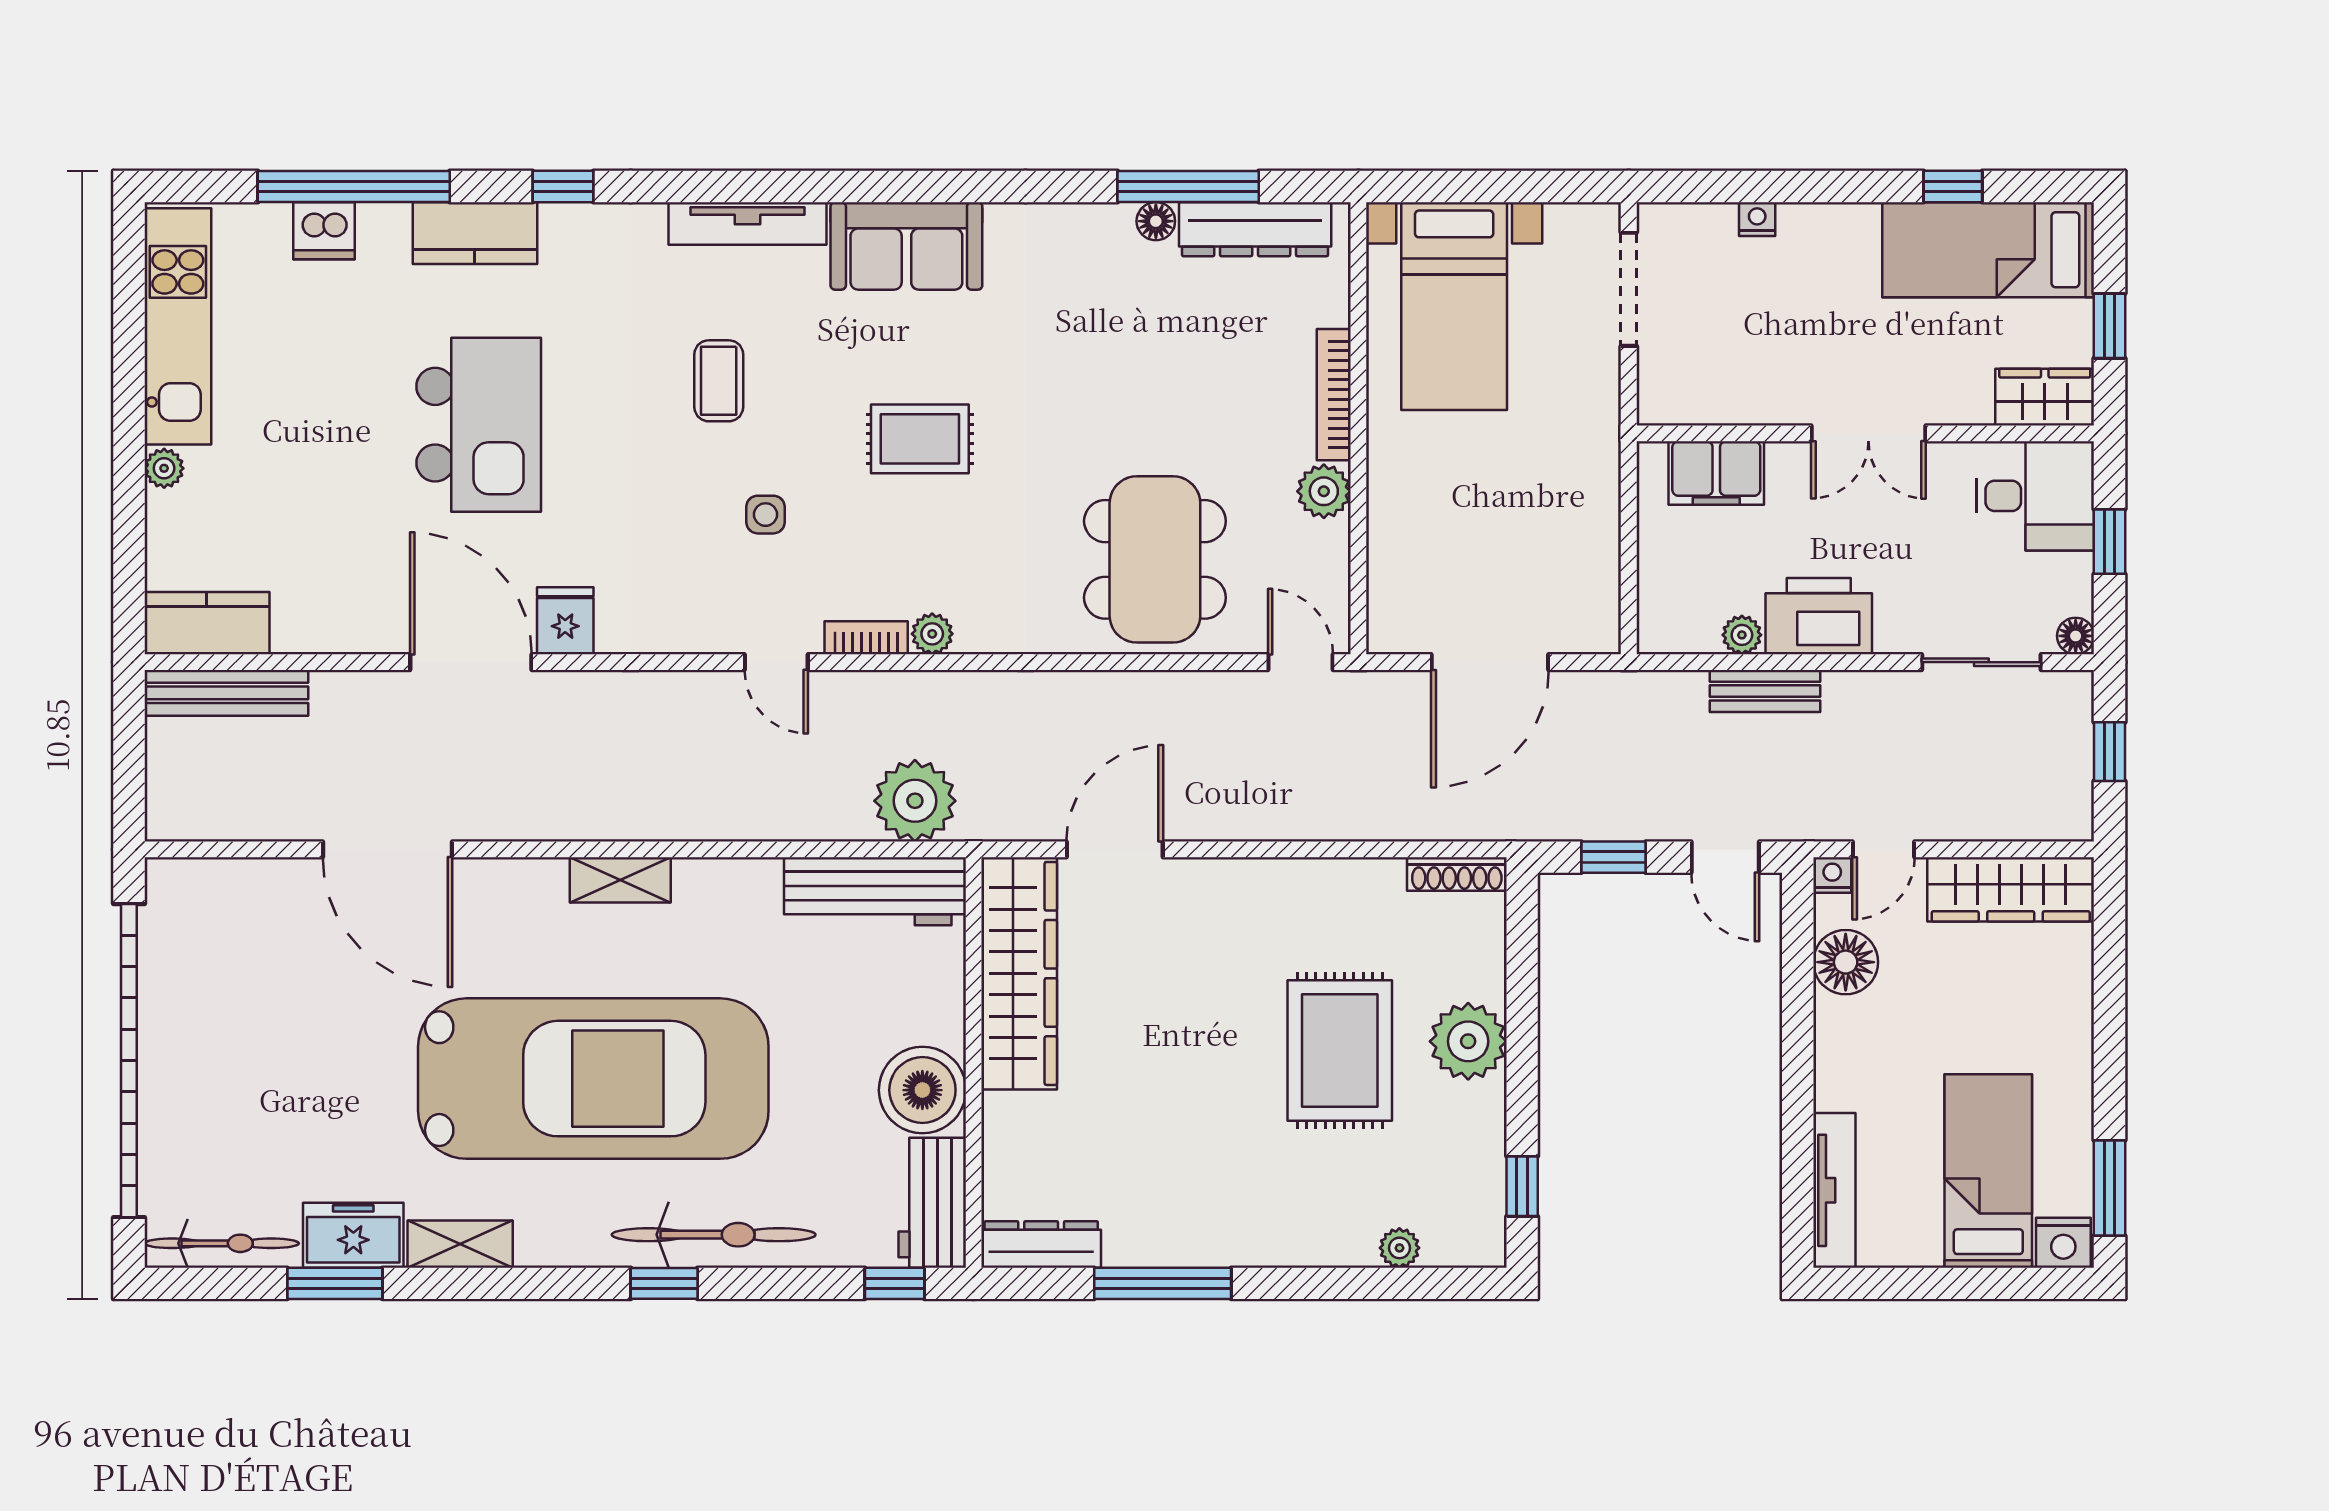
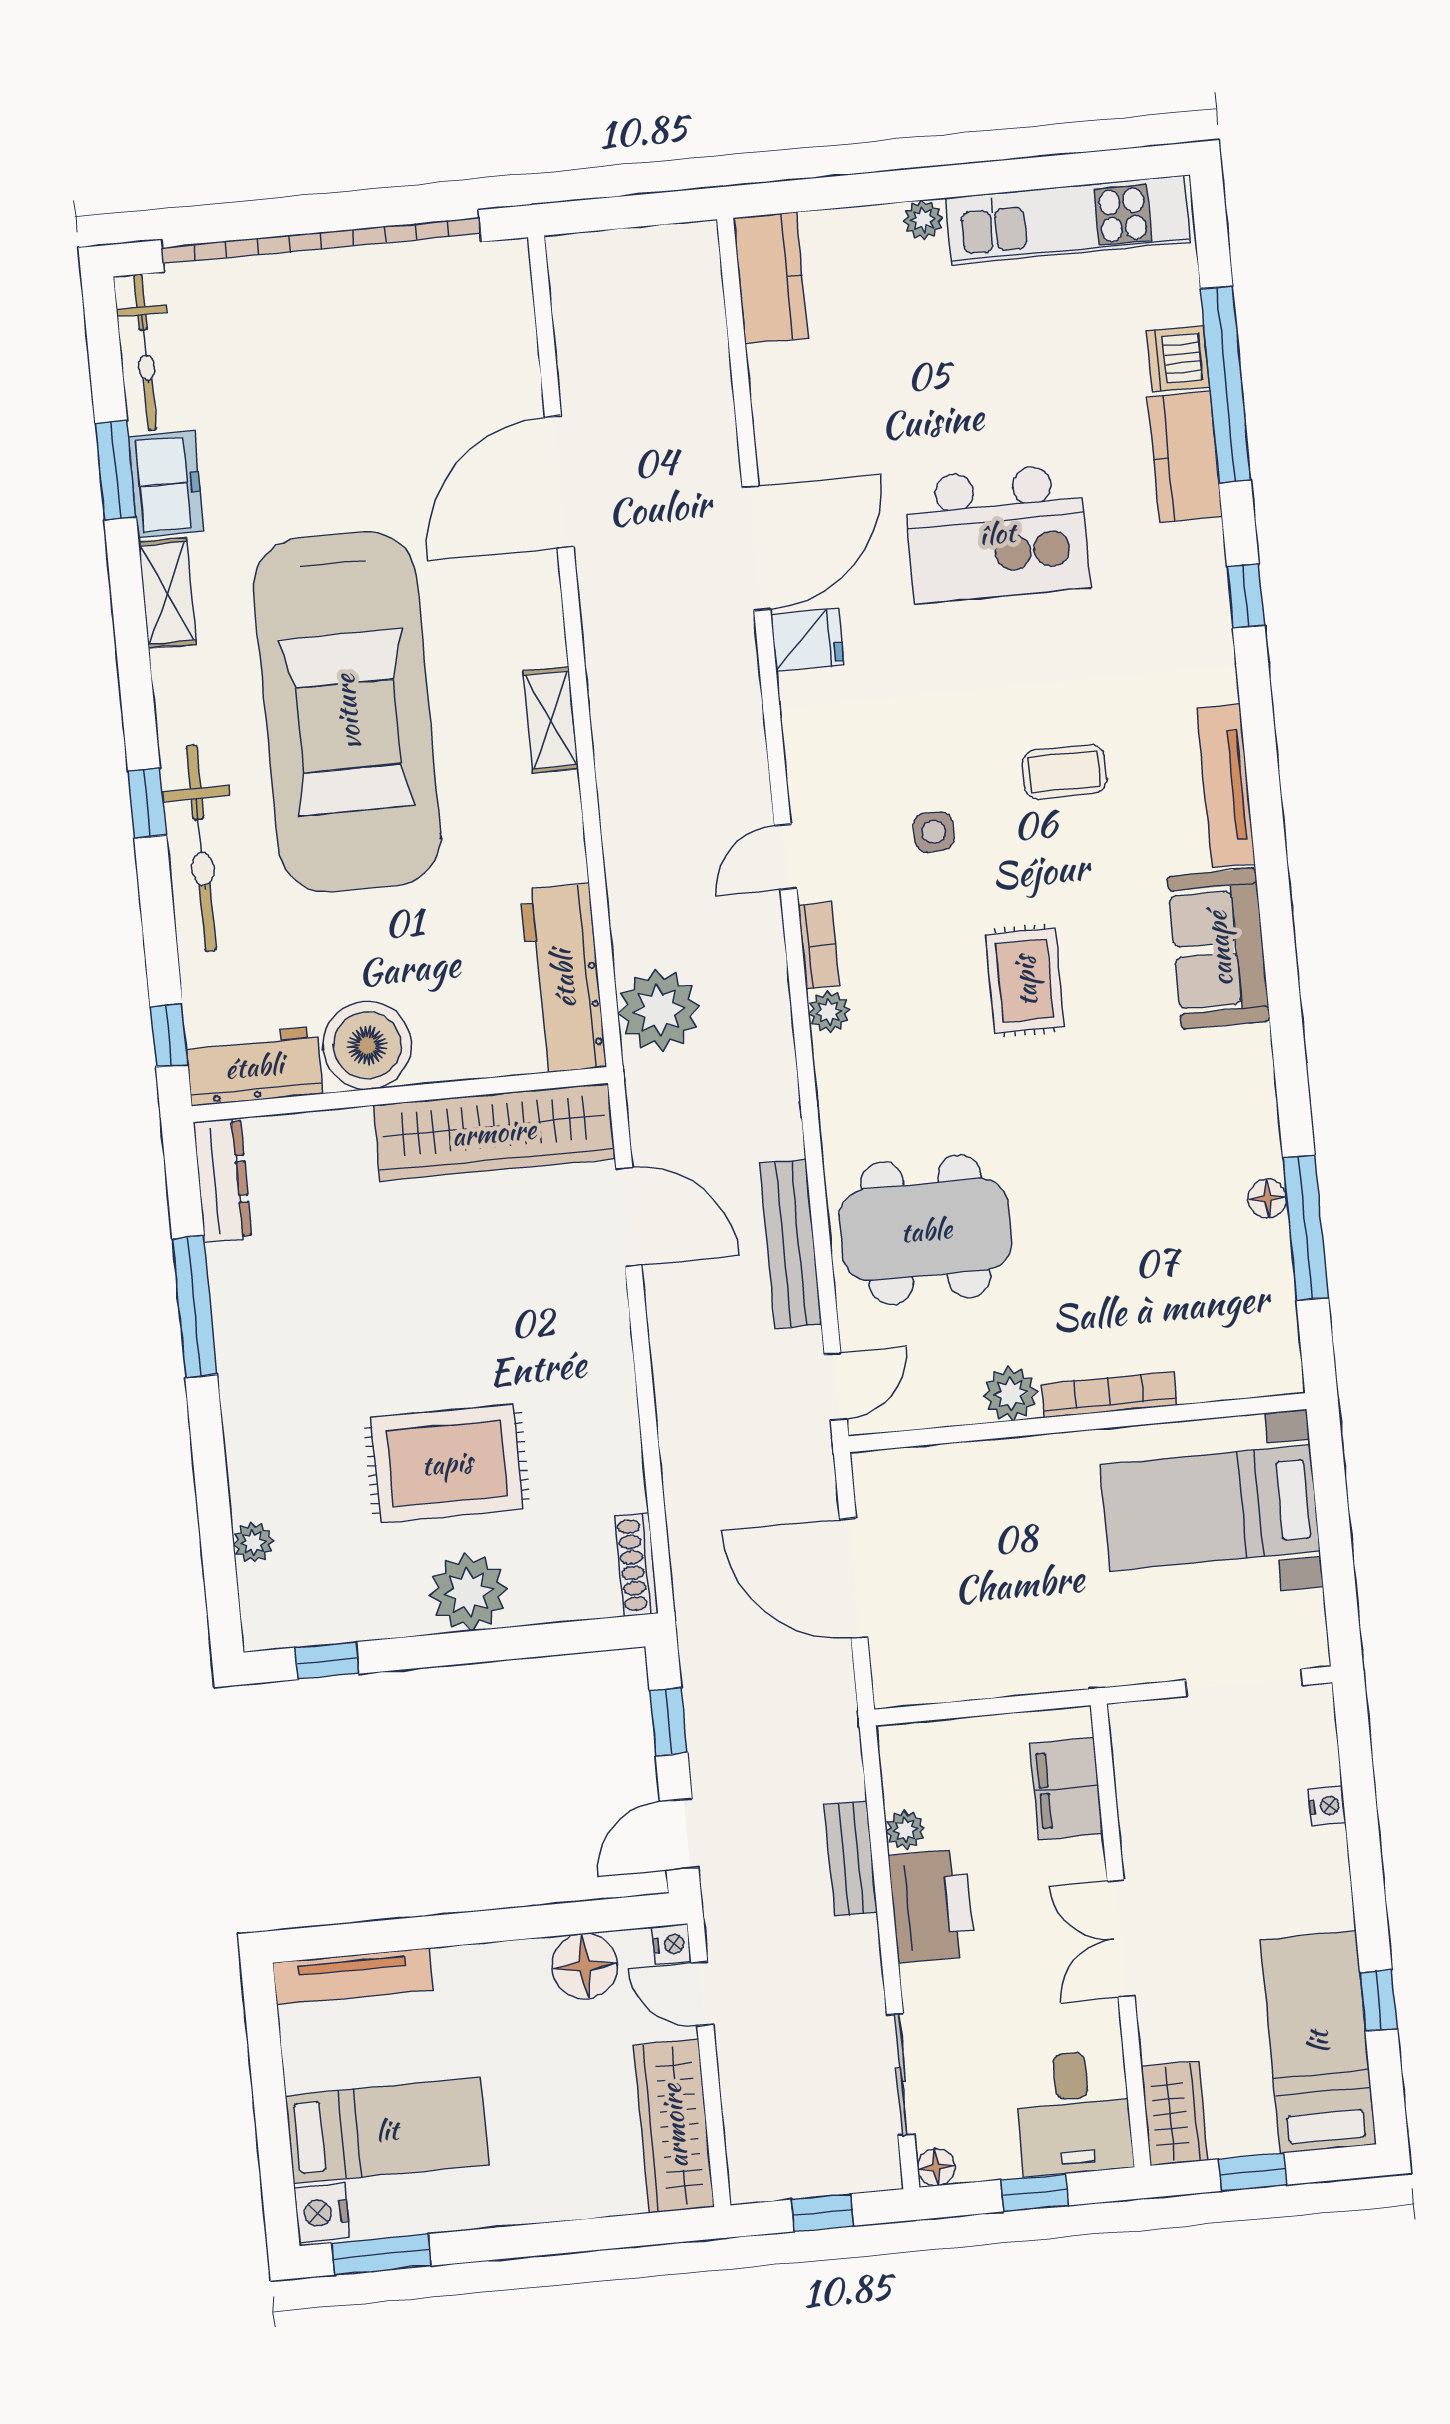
dresser: (1255, 229) -> (1269, 1299), removed
kitchen counter: (475, 233) -> (1185, 457), moved
bench: (226, 693) -> (791, 1244), moved

